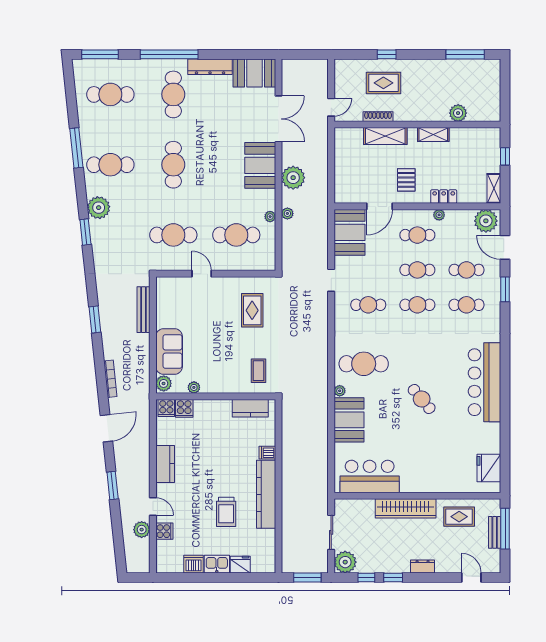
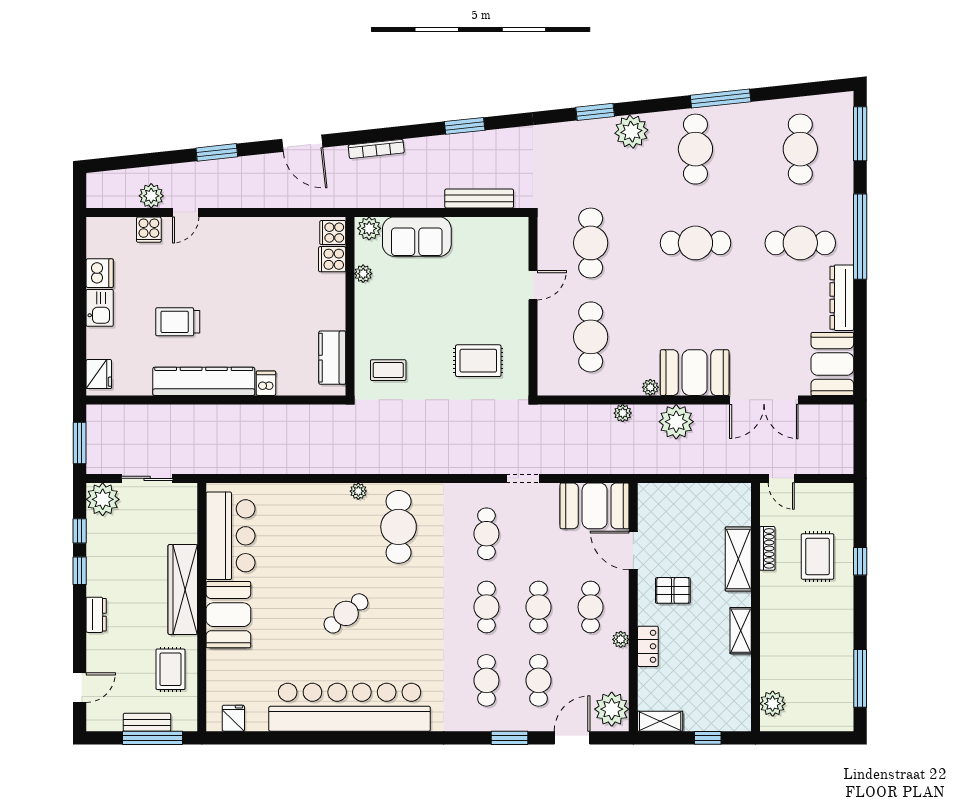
plant: (458, 113) -> (773, 704), moved
plant: (270, 217) -> (650, 387), moved
bar counter: (484, 382) -> (350, 707), width x1.36
booth: (349, 420) -> (228, 615), moved, turned 90
kitchen counter: (165, 464) -> (249, 231), removed
fridge: (489, 468) -> (233, 718), width x0.53, depth x0.75
fridge: (240, 565) -> (99, 374), moved

